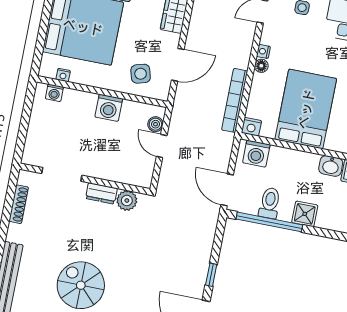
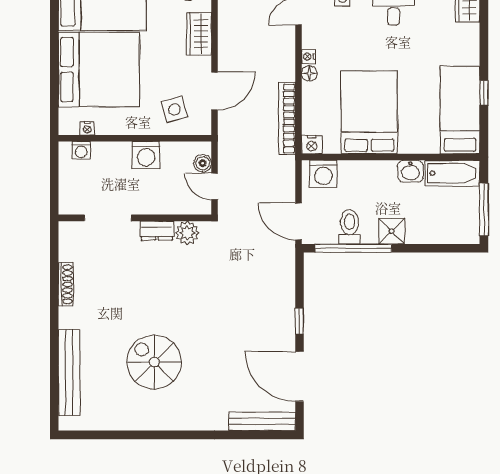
doorway: (62, 174) -> (108, 218), moved
wall: (85, 179) -> (135, 218), moved
dresser: (101, 193) -> (157, 231), moved
plant: (127, 200) -> (187, 233), moved

